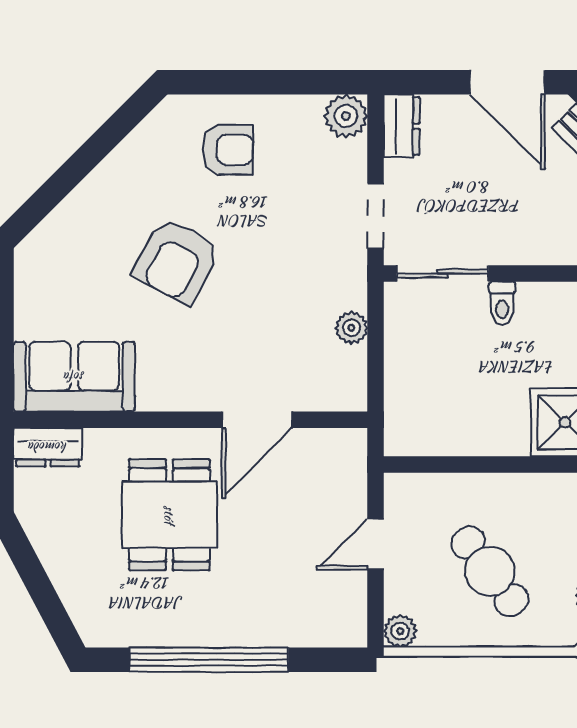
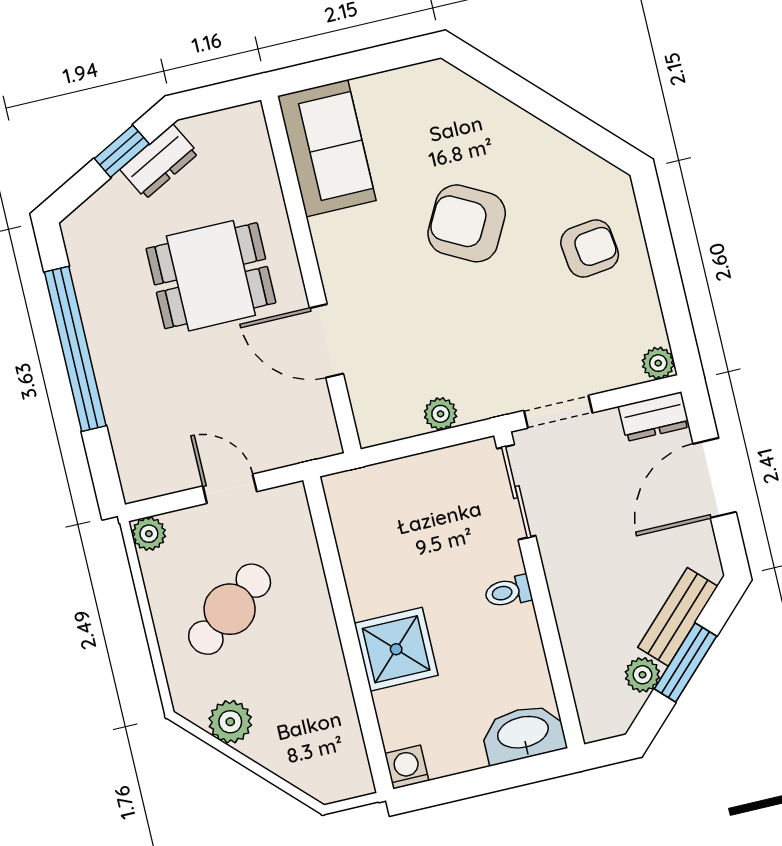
door: (507, 82) -> (715, 478), moved
plant: (346, 116) -> (658, 363), width x0.73, depth x0.73
armchair: (228, 150) -> (590, 249), turned -97
toilet: (502, 303) -> (508, 592), moved
dresser: (48, 447) -> (159, 161), moved, turned -118
window: (31, 572) -> (122, 151), added

